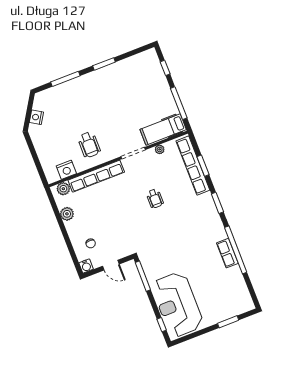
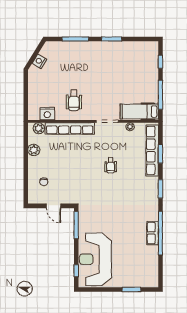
water cooler: (86, 266) -> (33, 199), removed

